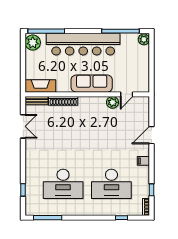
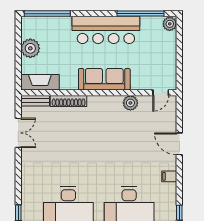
plant: (33, 43) -> (30, 48), moved
bar counter: (83, 44) -> (106, 30), width x0.73
door: (127, 94) -> (161, 93), moved
door: (151, 135) -> (179, 144), hinge flipped

